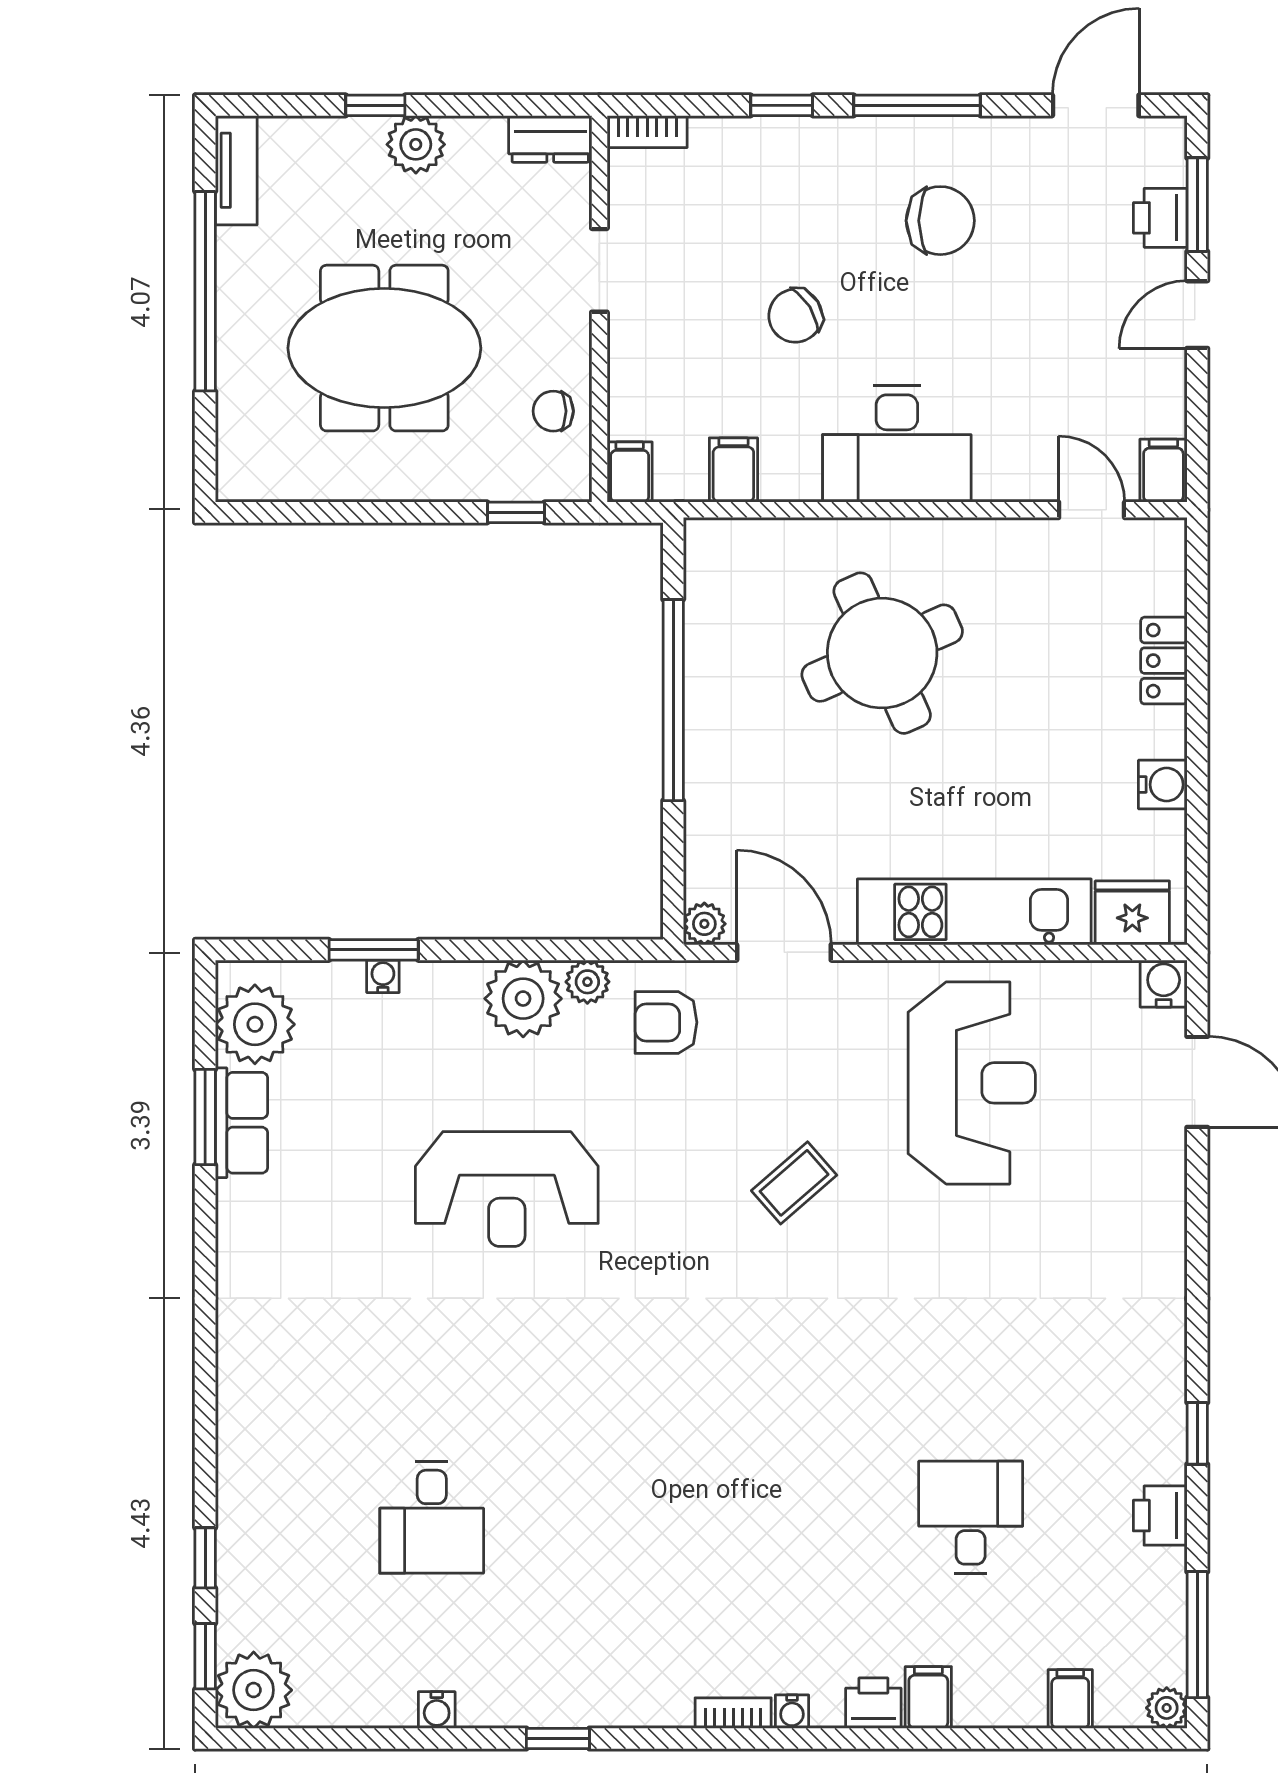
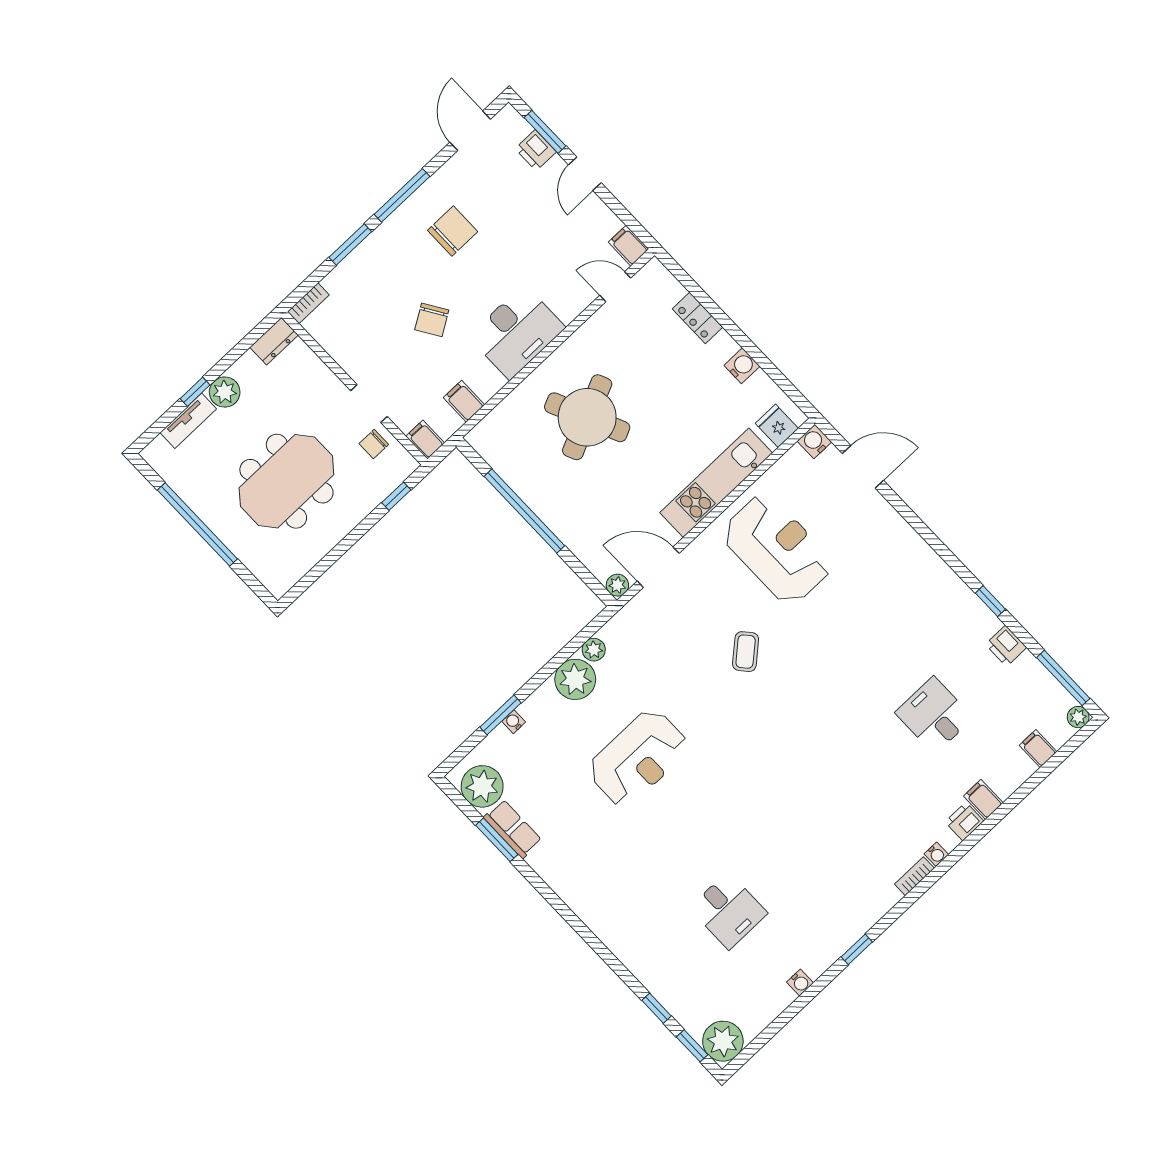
window: (782, 105) -> (350, 244), width x1.50
tv unit: (236, 170) -> (188, 421), moved, turned 90
doorway: (599, 270) -> (369, 404), moved
fridge: (1132, 913) -> (777, 426), width x0.72
armchair: (666, 1022) -> (638, 637), removed

